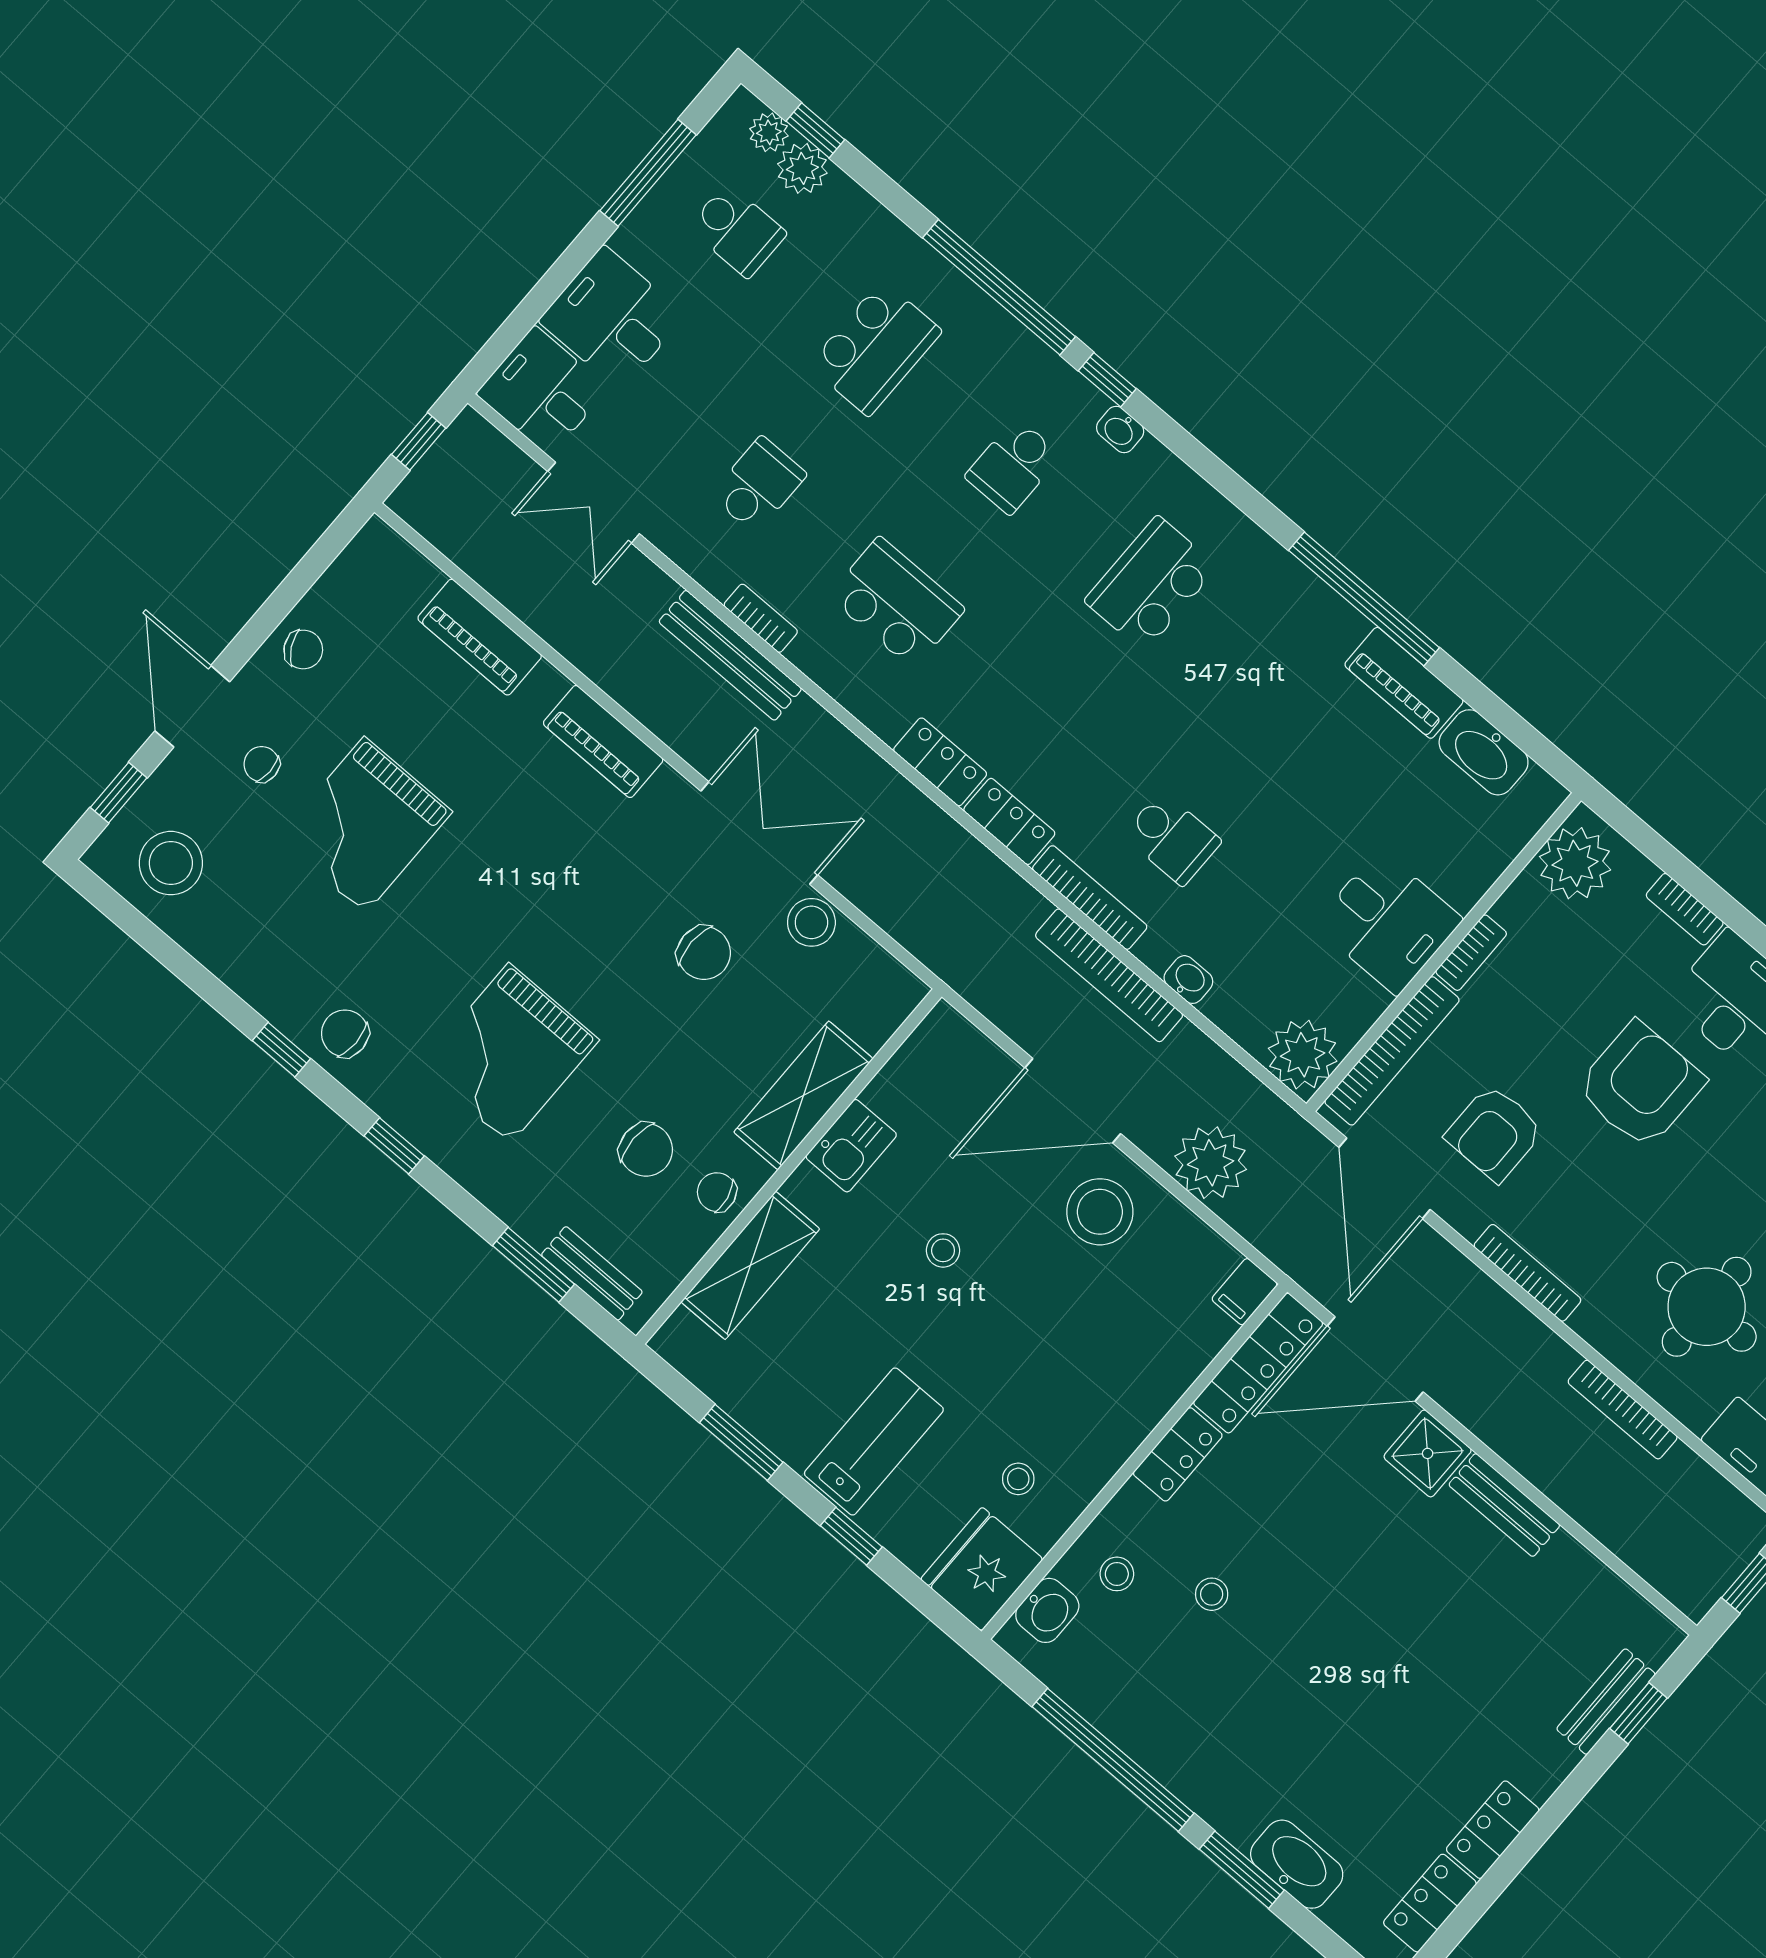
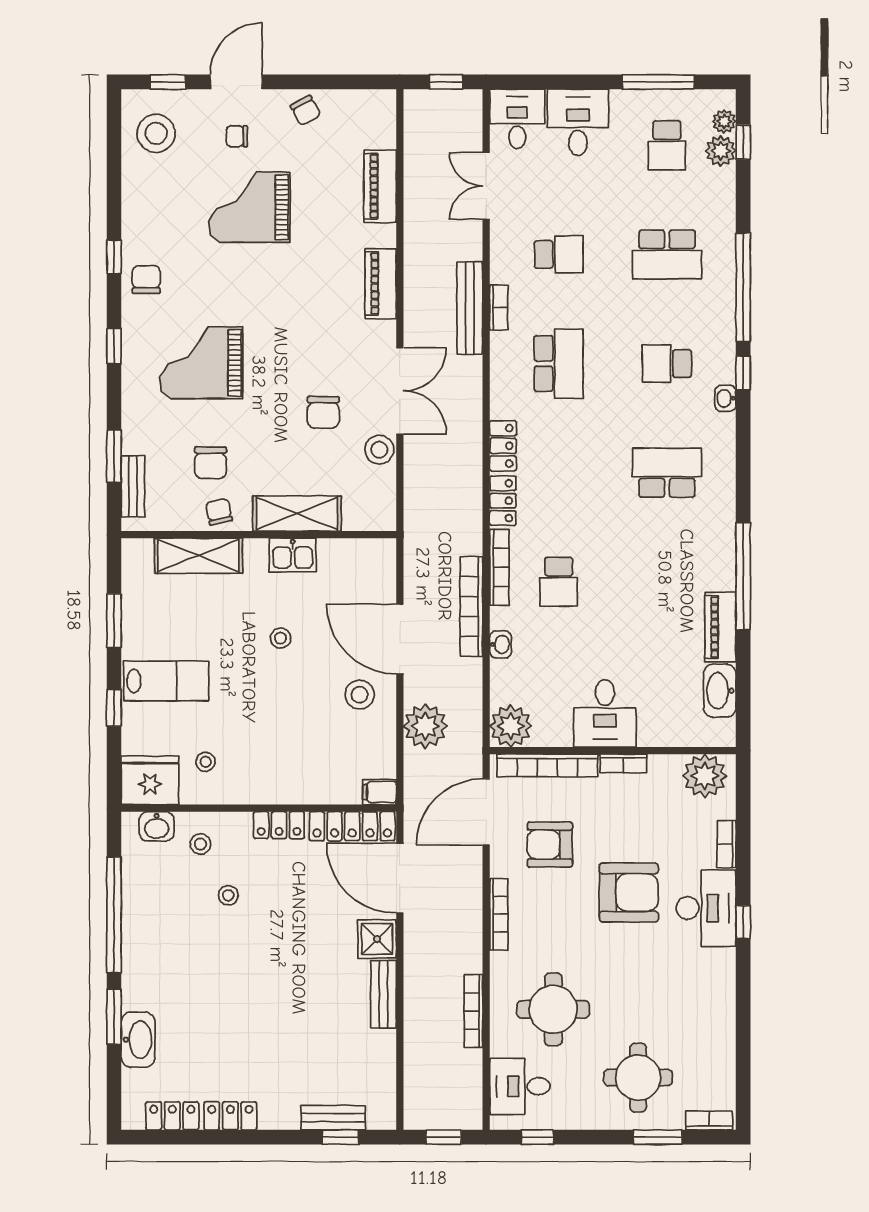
chair: (262, 764) -> (237, 136), turned -90
stool: (1100, 1212) -> (360, 695), width x0.73, depth x0.73

